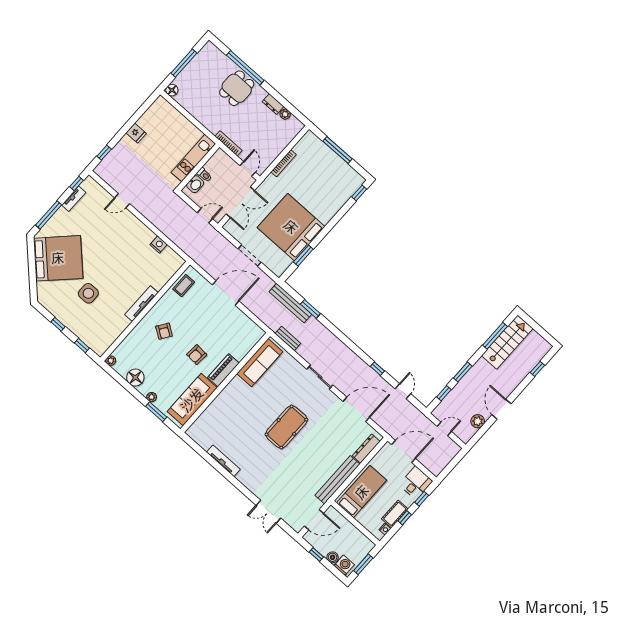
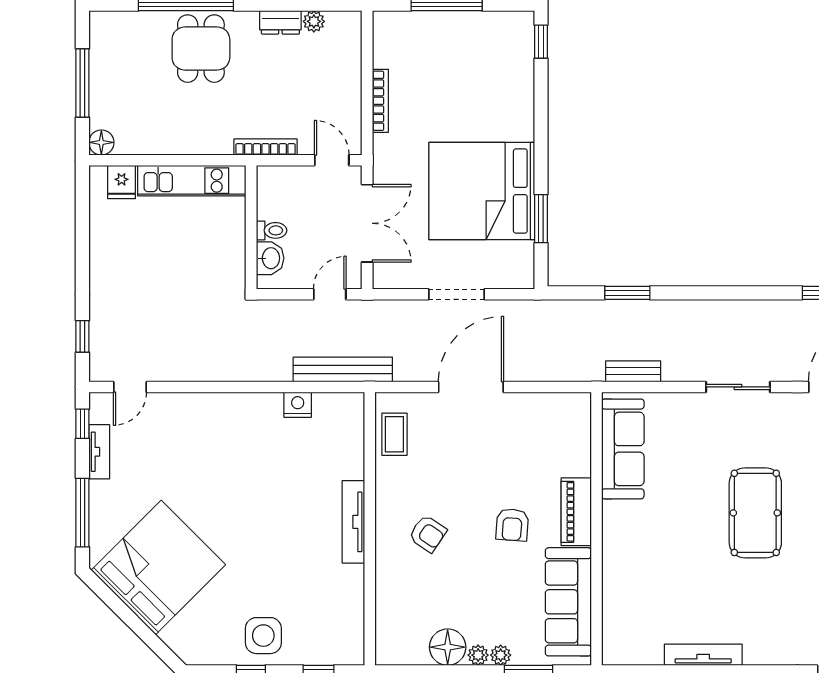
fridge: (136, 133) -> (122, 182), moved, turned 90
kitchen unit: (193, 158) -> (192, 181), moved, turned -90
door: (122, 201) -> (130, 387), moved
side table: (88, 293) -> (263, 636), moved
bench: (290, 303) -> (343, 369), moved
plant: (111, 361) -> (478, 655), moved

